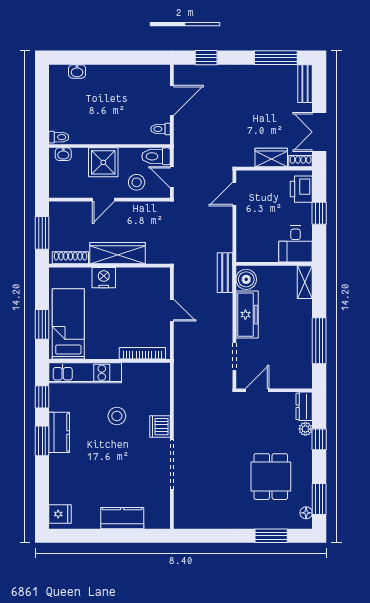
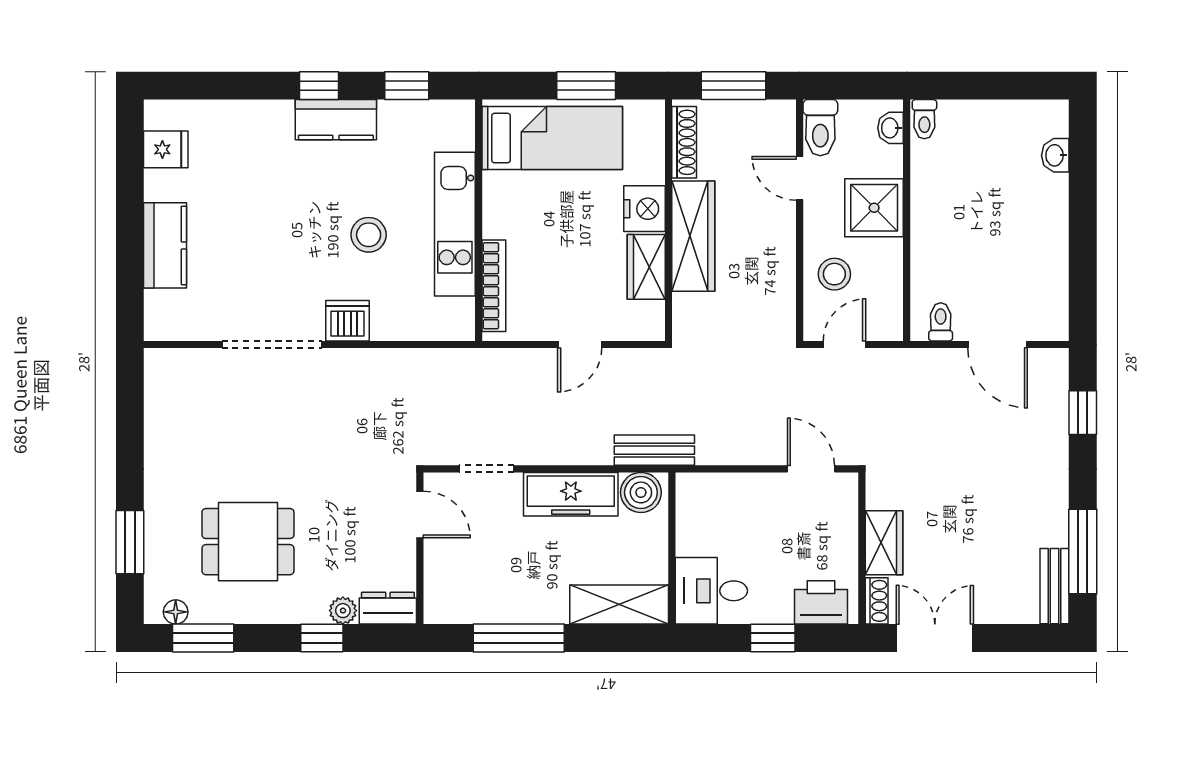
bench: (305, 84) -> (1055, 586), moved, turned 90
toilet: (156, 156) -> (820, 128), moved, turned 180
door: (103, 200) -> (800, 178), moved
wardrobe: (133, 277) -> (646, 267), added
shelving: (305, 282) -> (619, 604), width x1.50, depth x1.33
window: (42, 324) -> (586, 86), moved
kitchen unit: (85, 373) -> (455, 224), moved
window: (42, 441) -> (319, 86), width x0.67
fridge: (60, 514) -> (166, 149), moved, turned -90

